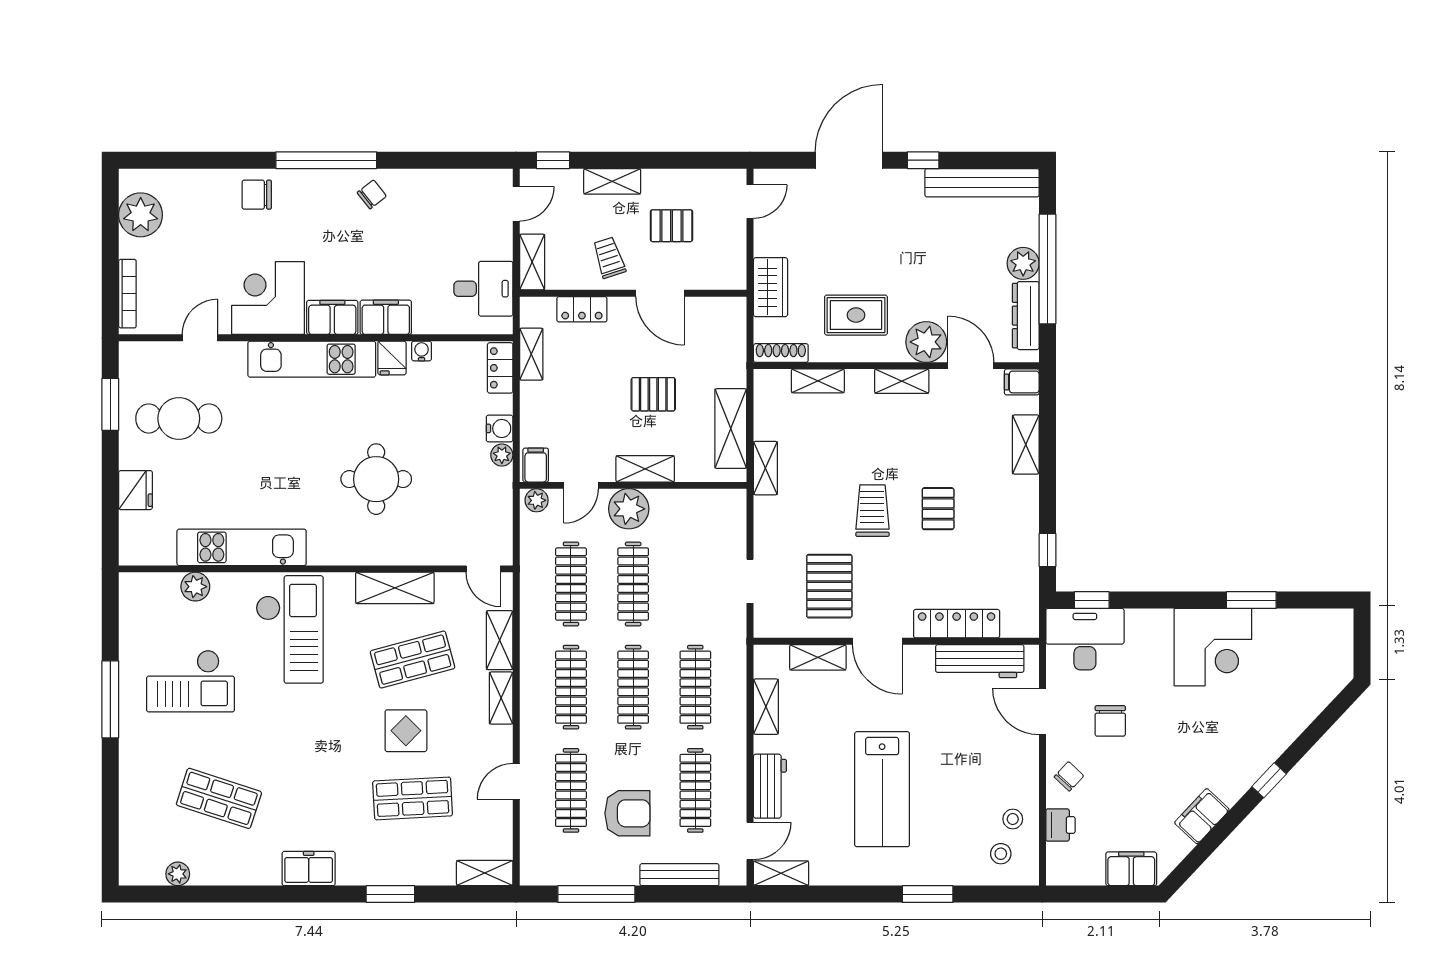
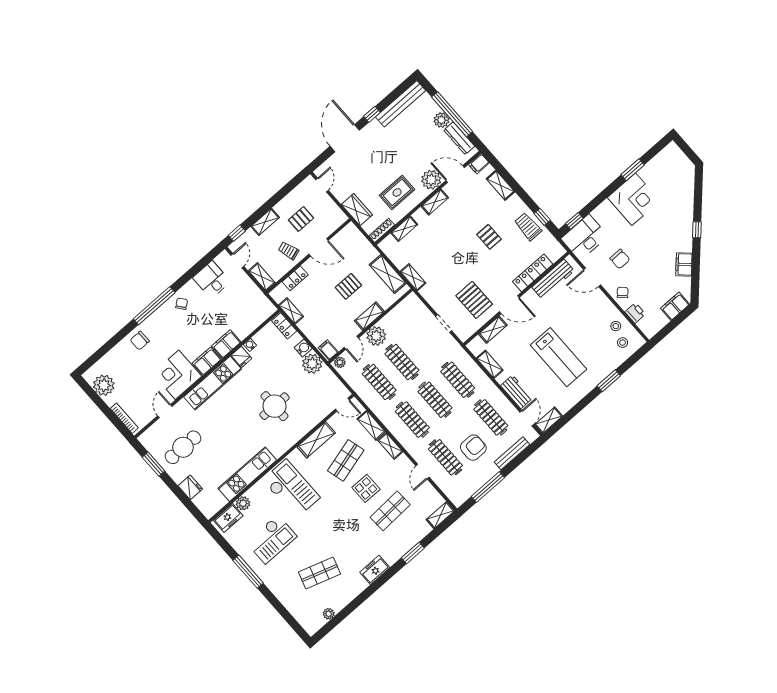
desk: (483, 289) -> (212, 280), moved, turned -90
plant: (502, 455) -> (312, 364), width x1.87, depth x1.87
trolley: (872, 511) -> (528, 227), moved
freezer: (153, 589) -> (228, 518), added

